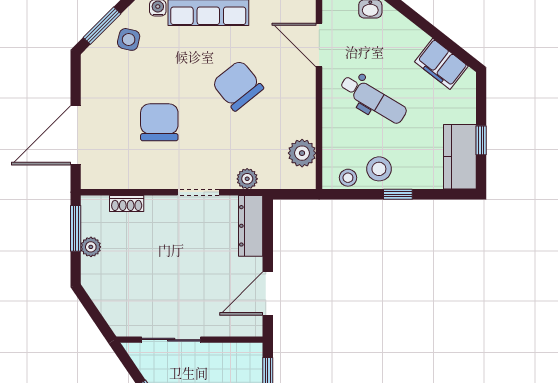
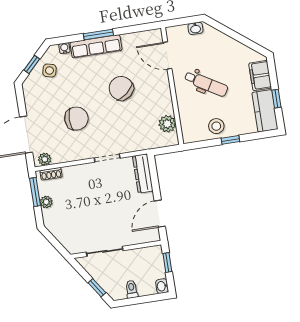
window: (102, 26) -> (32, 65), width x0.67
filing cabinet: (441, 64) -> (260, 76), moved, turned 52
chair: (159, 122) -> (76, 119), turned 90
stool: (348, 178) -> (198, 134), removed
plant: (247, 179) -> (45, 159), moved
shoe rack: (127, 204) -> (51, 174), moved

